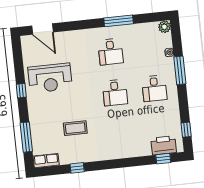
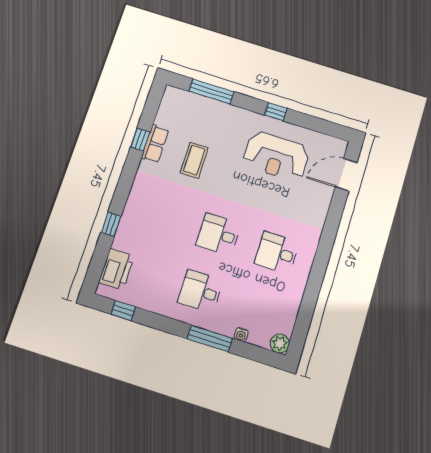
window: (119, 21) -> (315, 283), removed
reception desk: (50, 78) -> (276, 156), turned -90
window: (163, 159) -> (111, 224), moved
row of seats: (46, 161) -> (155, 144), moved

